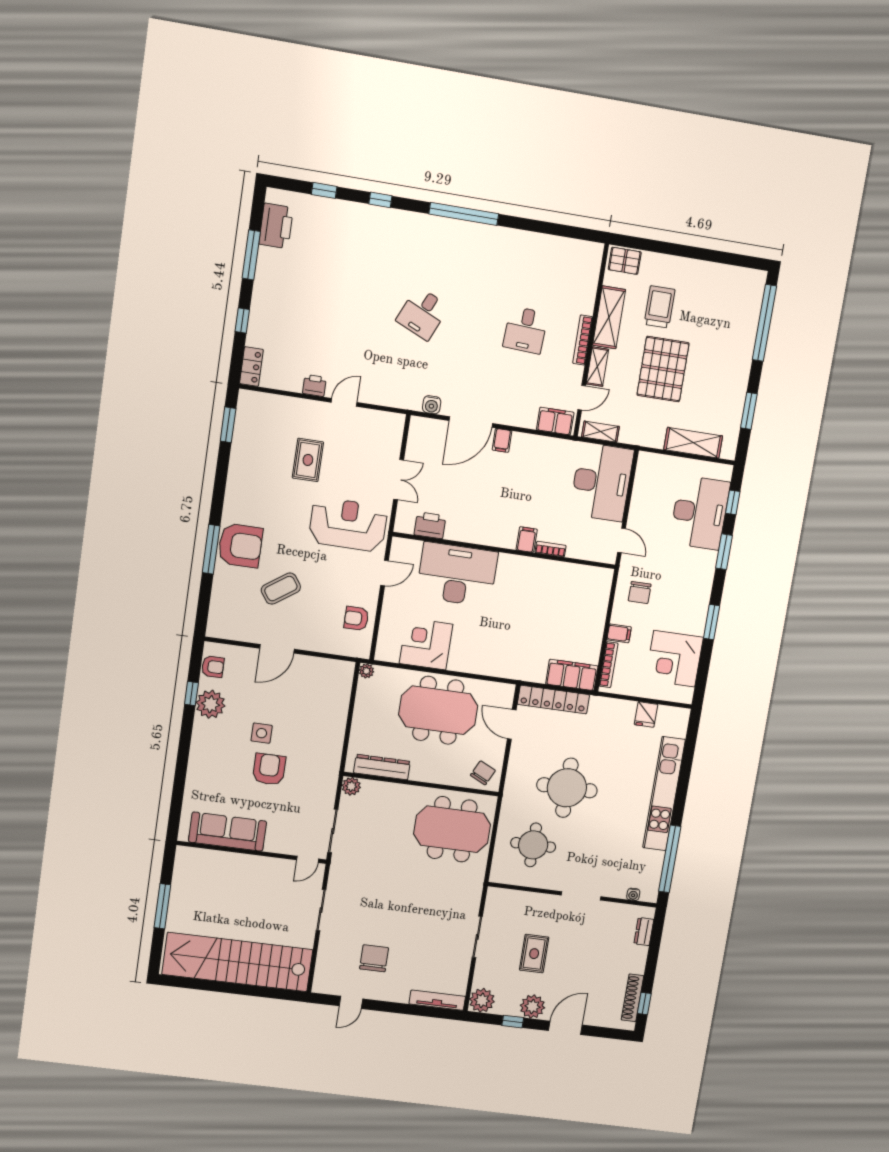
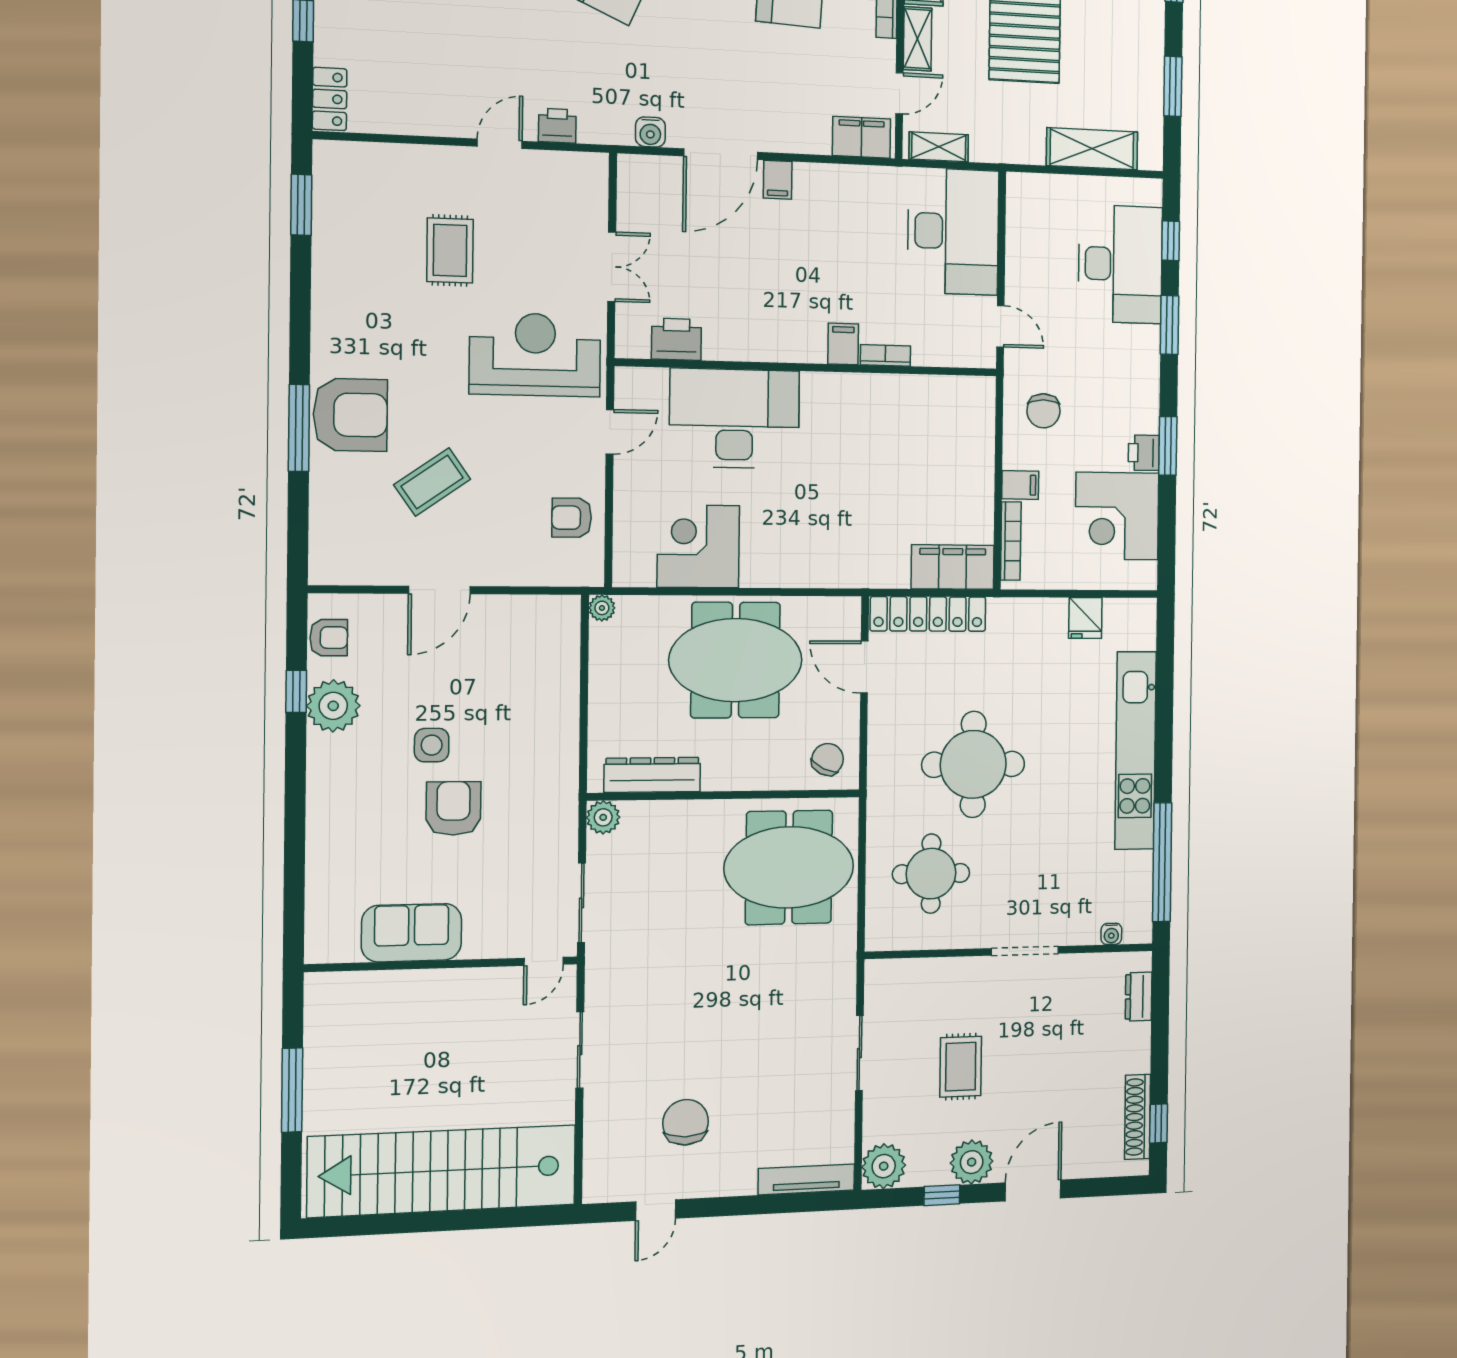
printer: (314, 385) -> (557, 126), moved
printer: (696, 624) -> (1144, 453), added
sofa: (228, 832) -> (412, 933), width x0.73

